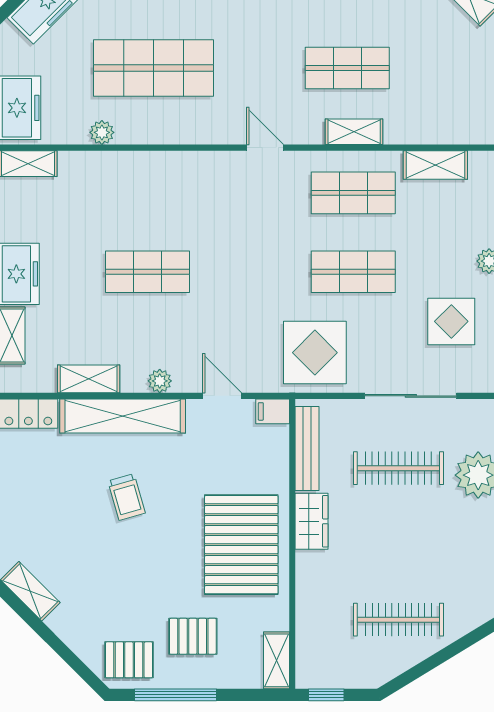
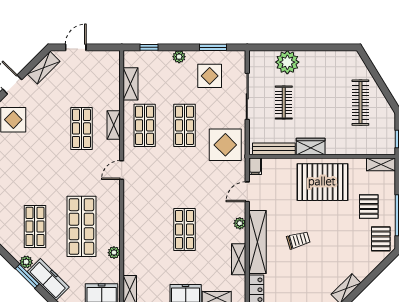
clothes rail: (398, 468) -> (284, 103), width x0.73

